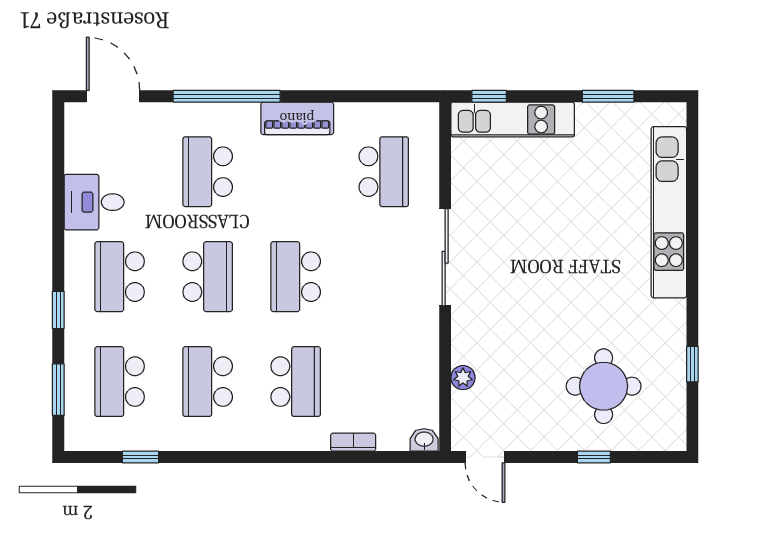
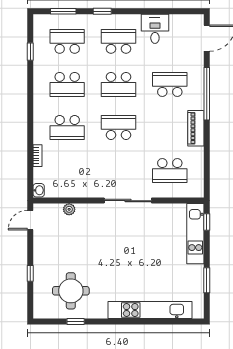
school desk: (208, 382) -> (67, 84), turned 180
round table: (604, 386) -> (71, 291), moved

